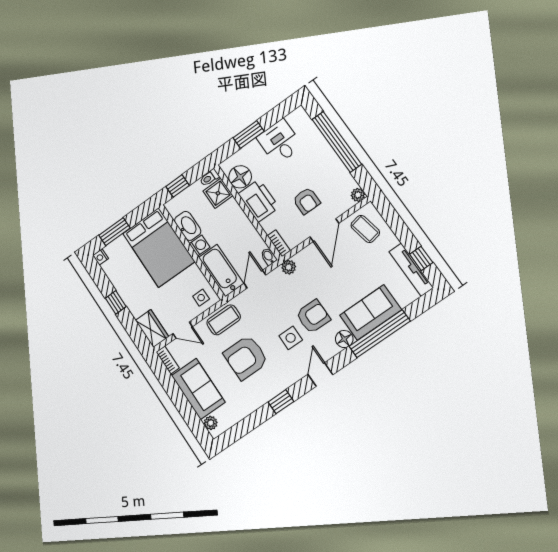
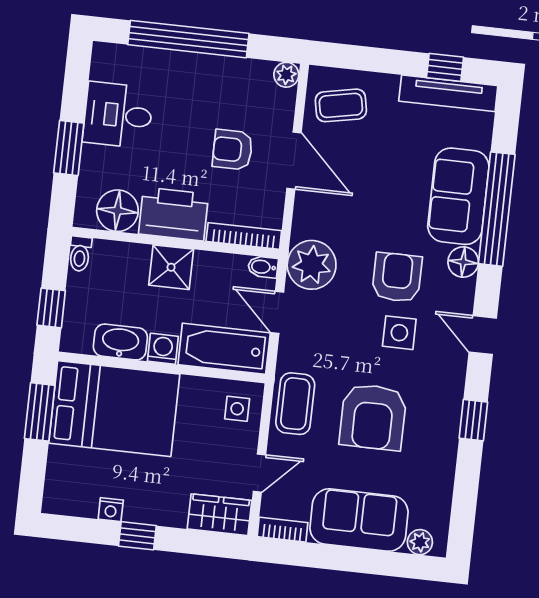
shower: (218, 193) -> (171, 267), moved
armchair: (306, 201) -> (233, 150), turned 180
window: (115, 232) -> (40, 412), moved
bookcase: (279, 243) -> (244, 236), width x1.56
nightstand: (101, 257) -> (111, 510), moved
plant: (289, 267) -> (312, 265), width x1.88, depth x1.88

